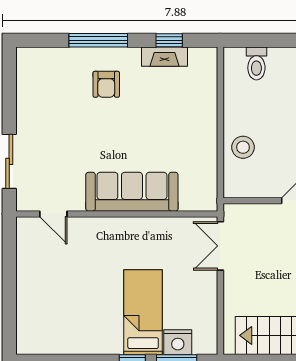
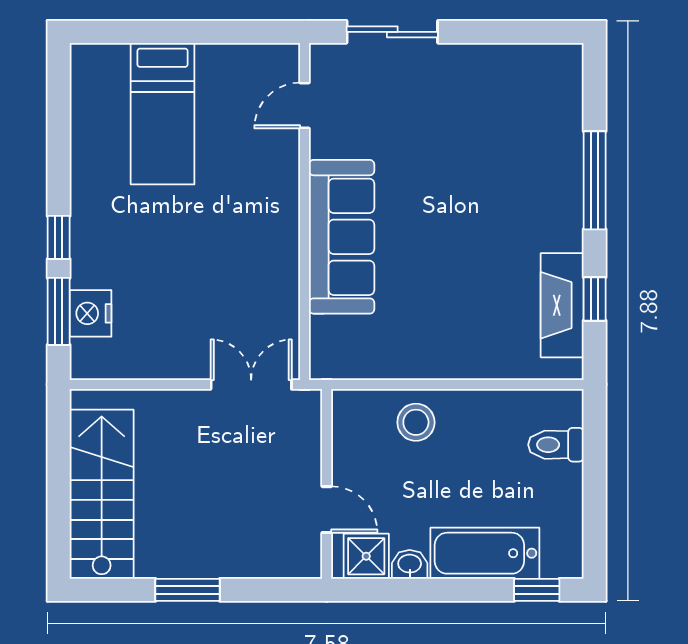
fireplace: (164, 57) -> (562, 305), width x1.37, depth x1.32
armchair: (106, 84) -> (521, 194), removed
bed: (143, 312) -> (163, 114), moved, turned 90

